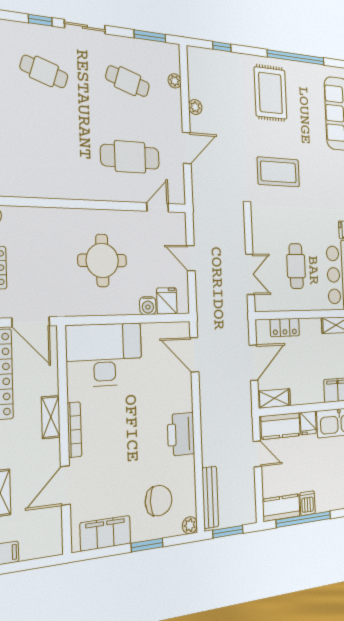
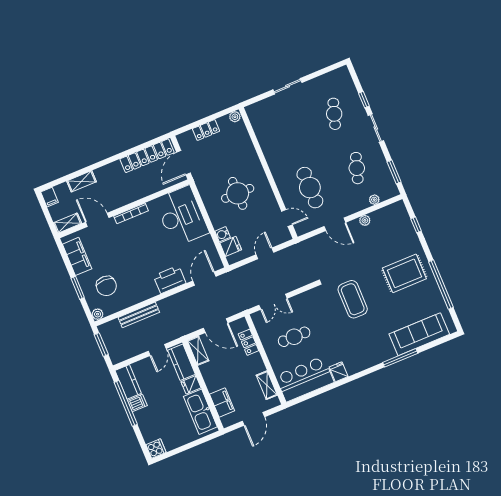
shelving: (51, 417) -> (68, 223), moved
printer: (181, 434) -> (170, 279), moved
bench: (210, 497) -> (139, 315), moved

